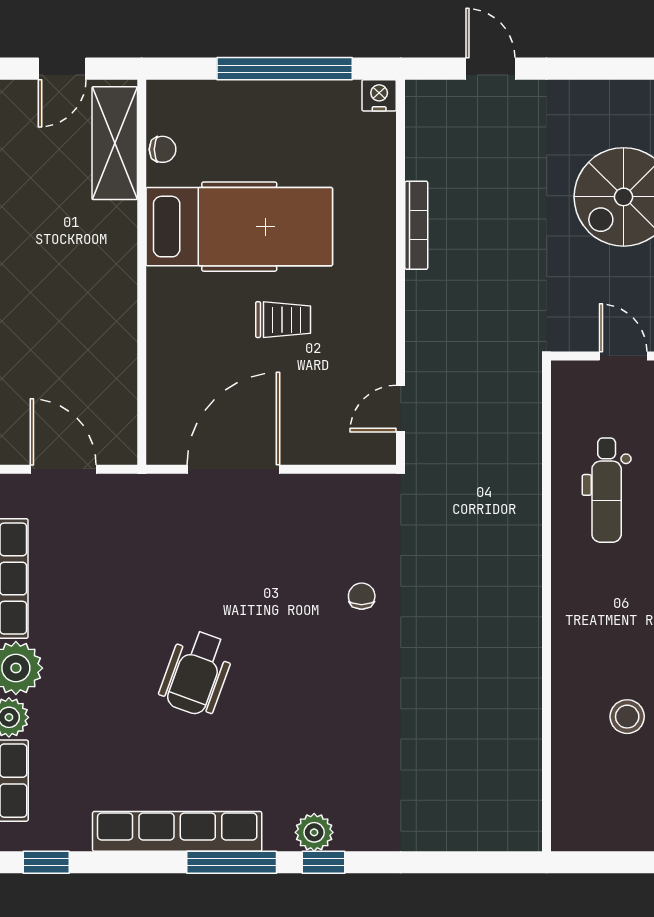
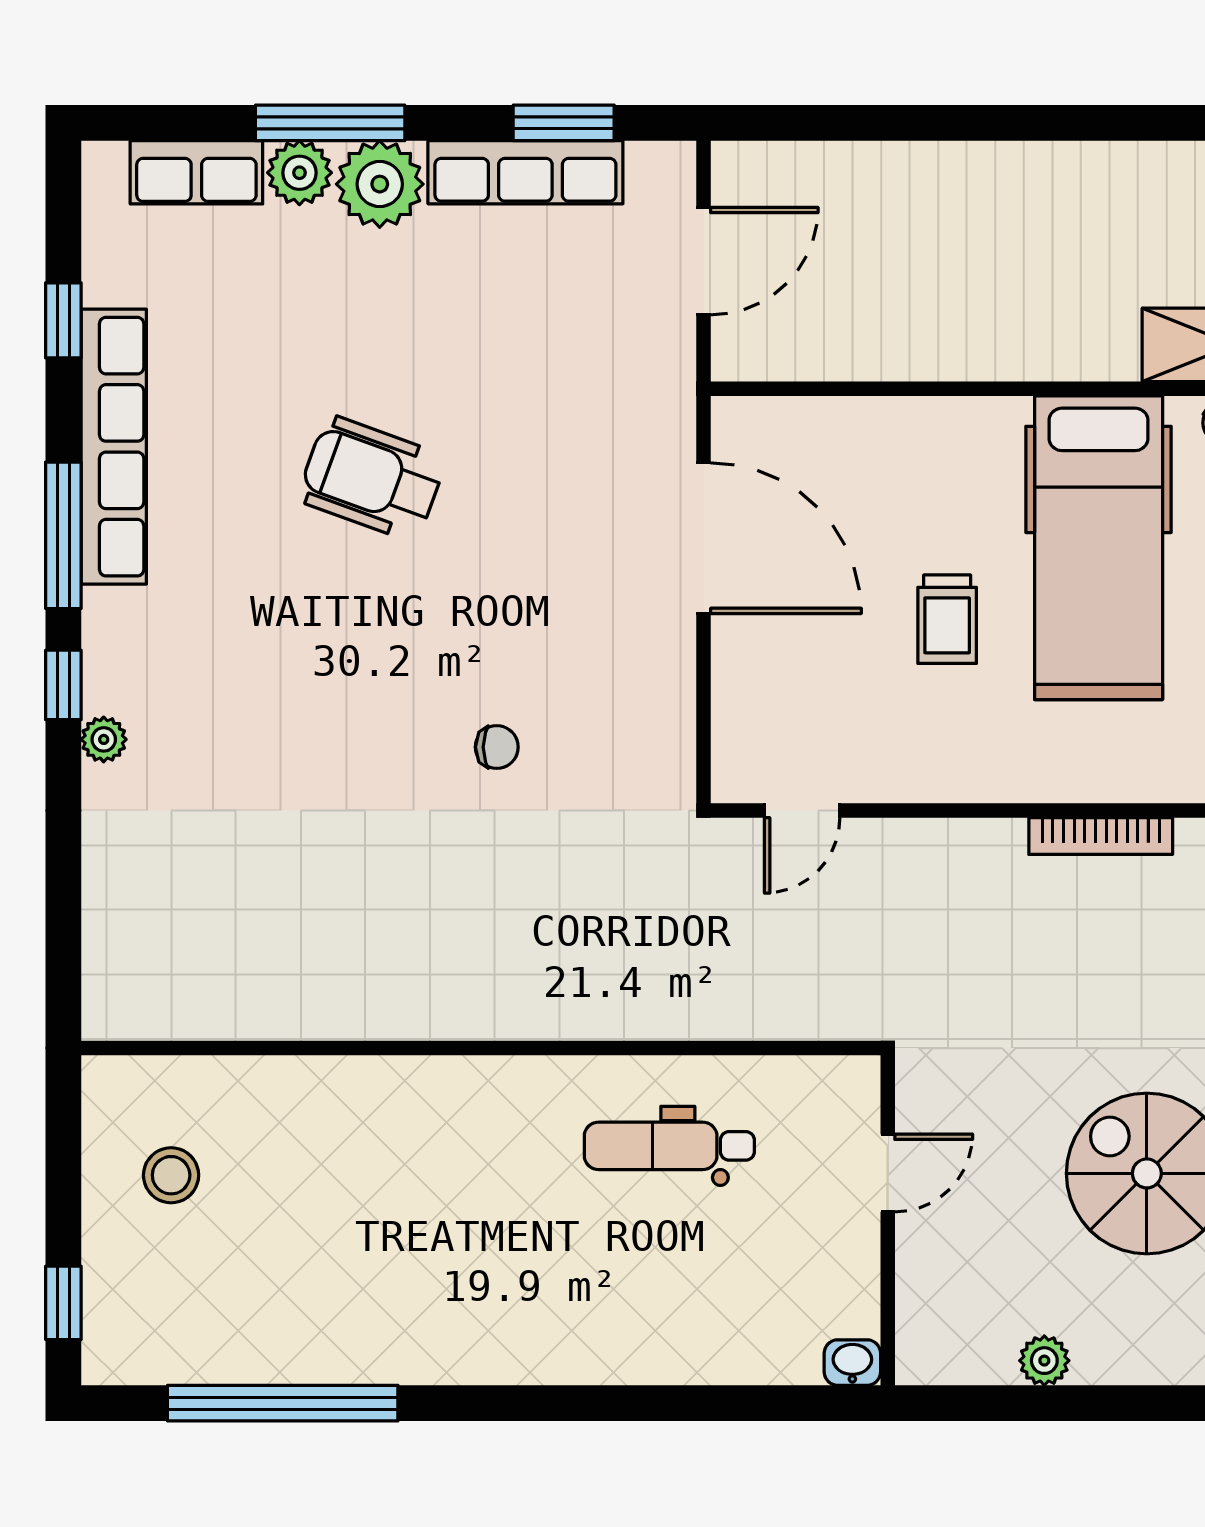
door: (401, 409) -> (802, 811), swing flipped
stool: (627, 717) -> (171, 1175), moved
plant: (314, 832) -> (104, 739), moved, width x0.73, depth x0.73
window: (46, 862) -> (63, 320), moved

